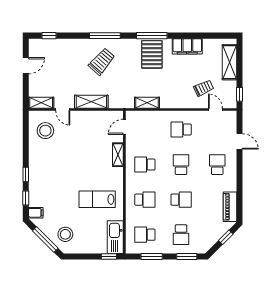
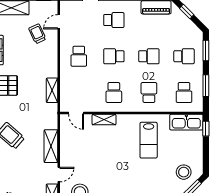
school desk: (217, 165) -> (114, 20), turned 180
school desk: (181, 200) -> (149, 56), turned 90

